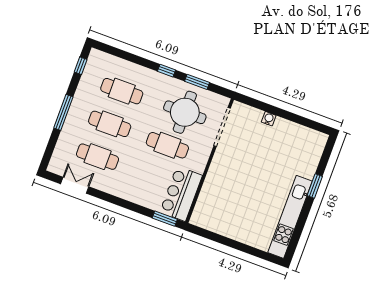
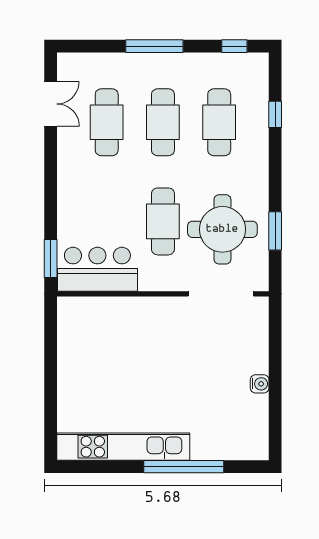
window: (167, 71) -> (275, 114), moved
water cooler: (269, 119) -> (260, 384), moved
window: (315, 186) -> (184, 467), width x2.11

